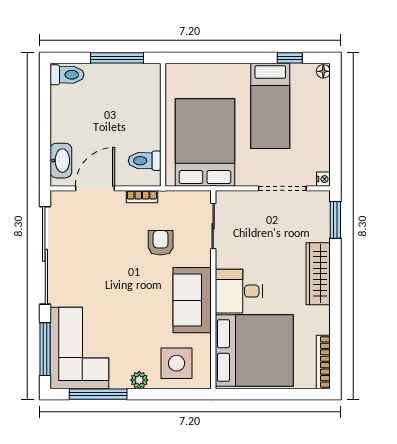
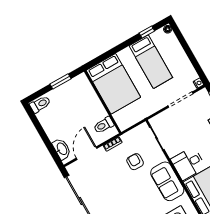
window: (117, 58) -> (60, 81), width x0.69
bed: (205, 142) -> (113, 84), moved, turned 180

